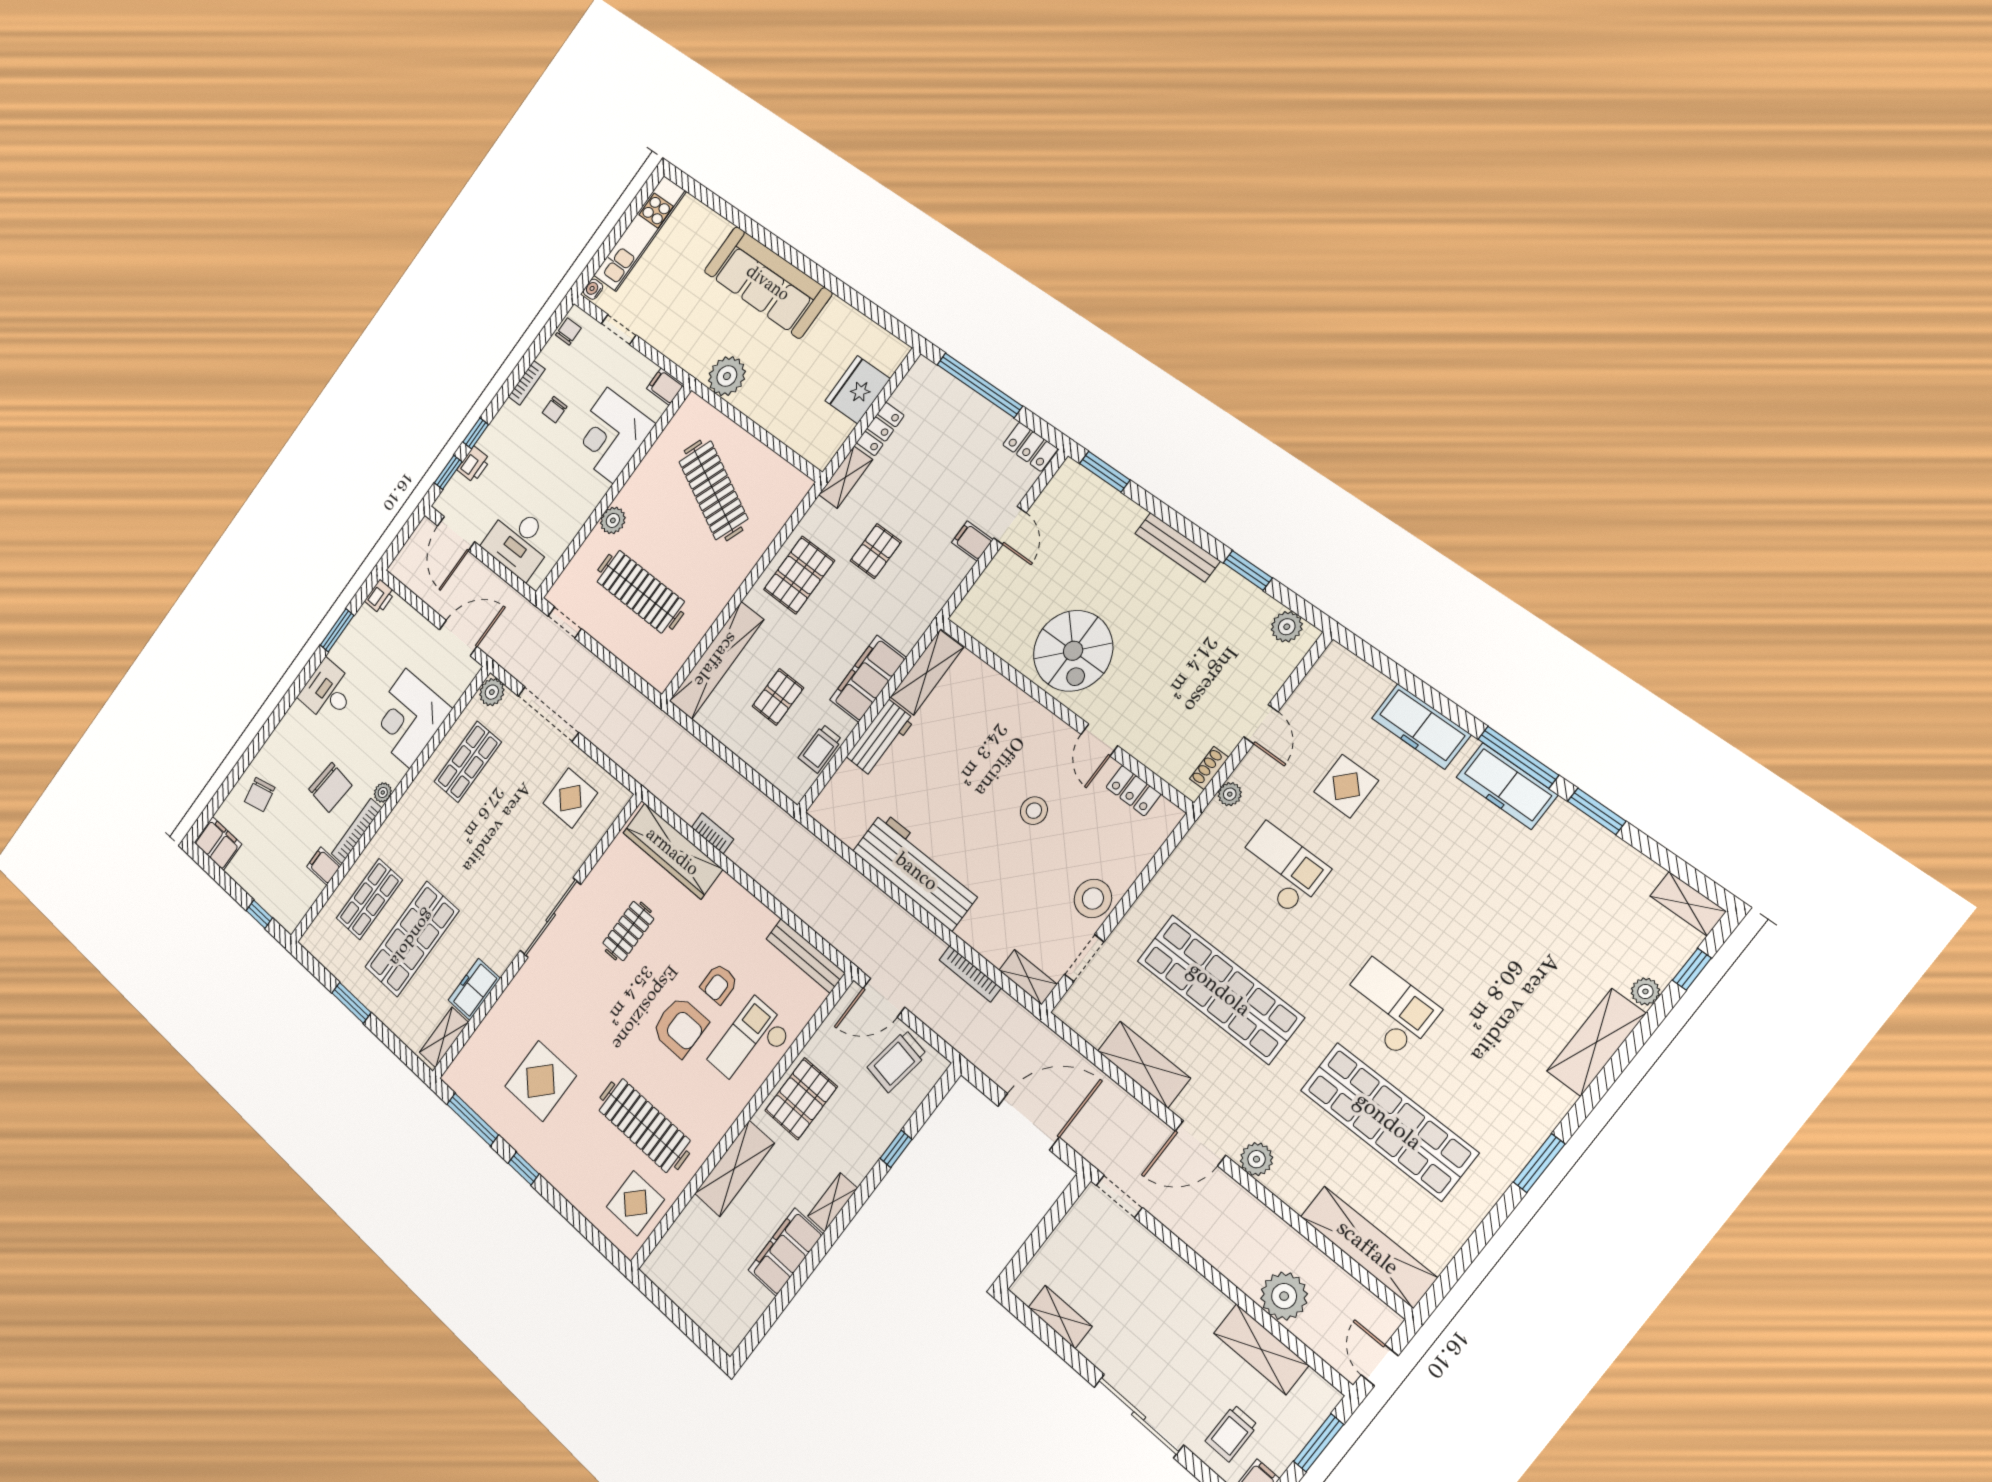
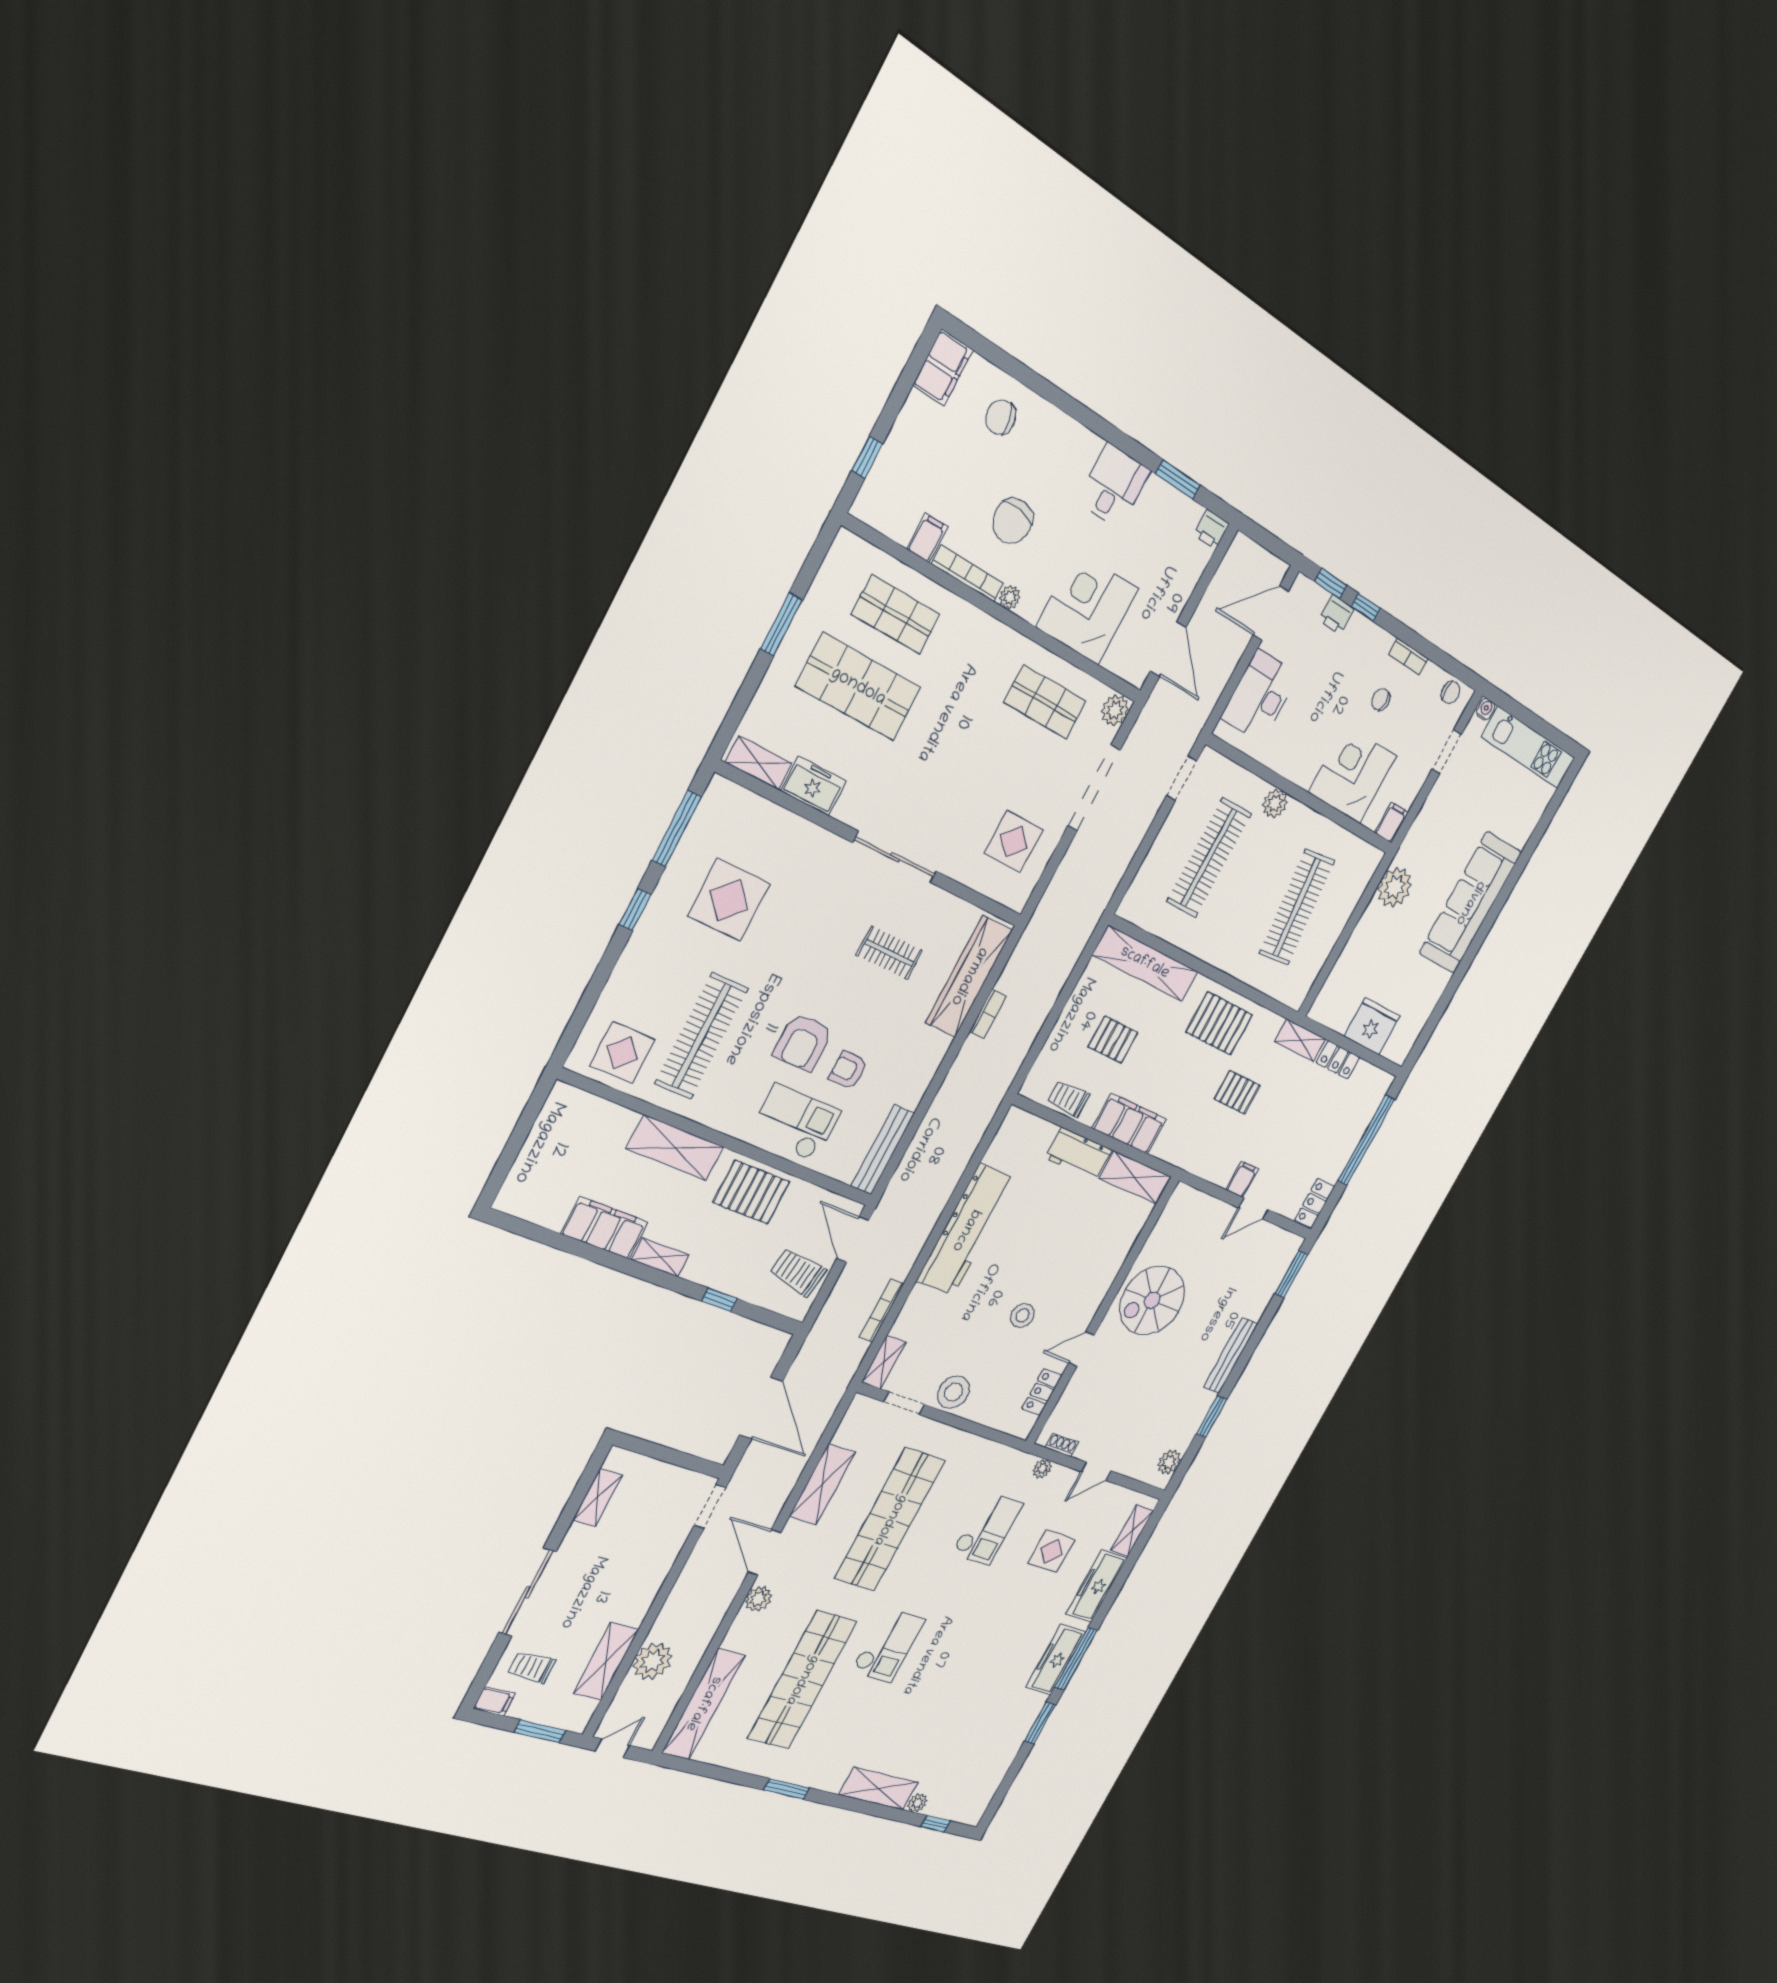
clothes rail: (713, 490) -> (1297, 907), turned -30
shelving: (1688, 904) -> (1132, 1531), moved

